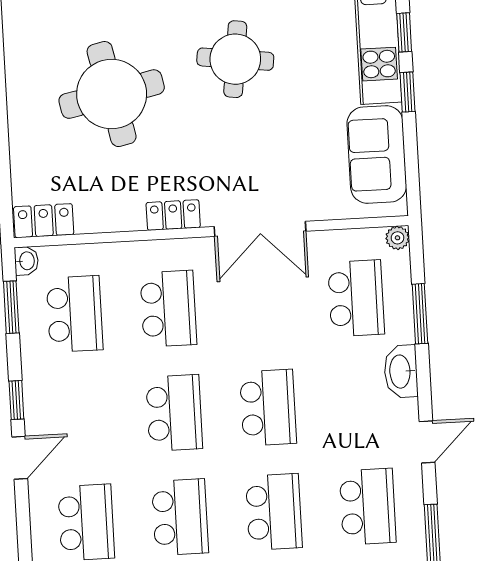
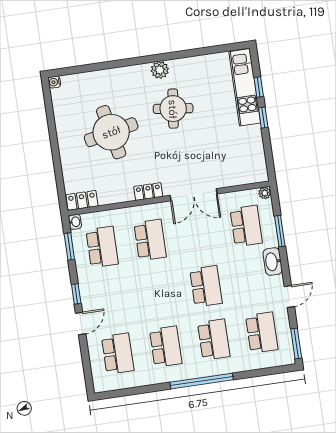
sofa: (377, 155) -> (250, 151), removed
school desk: (174, 413) -> (158, 293), removed

